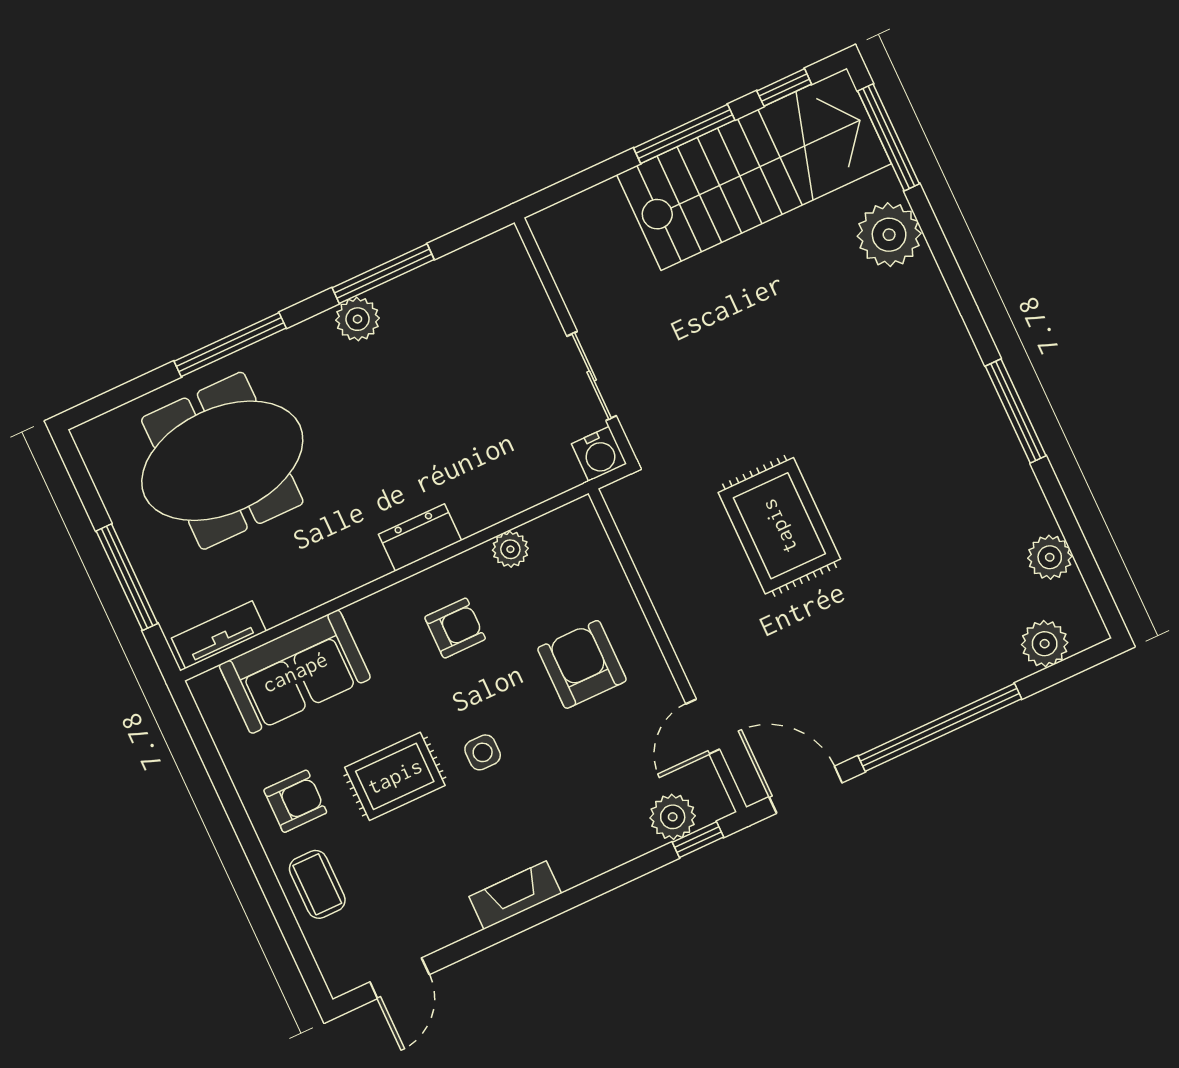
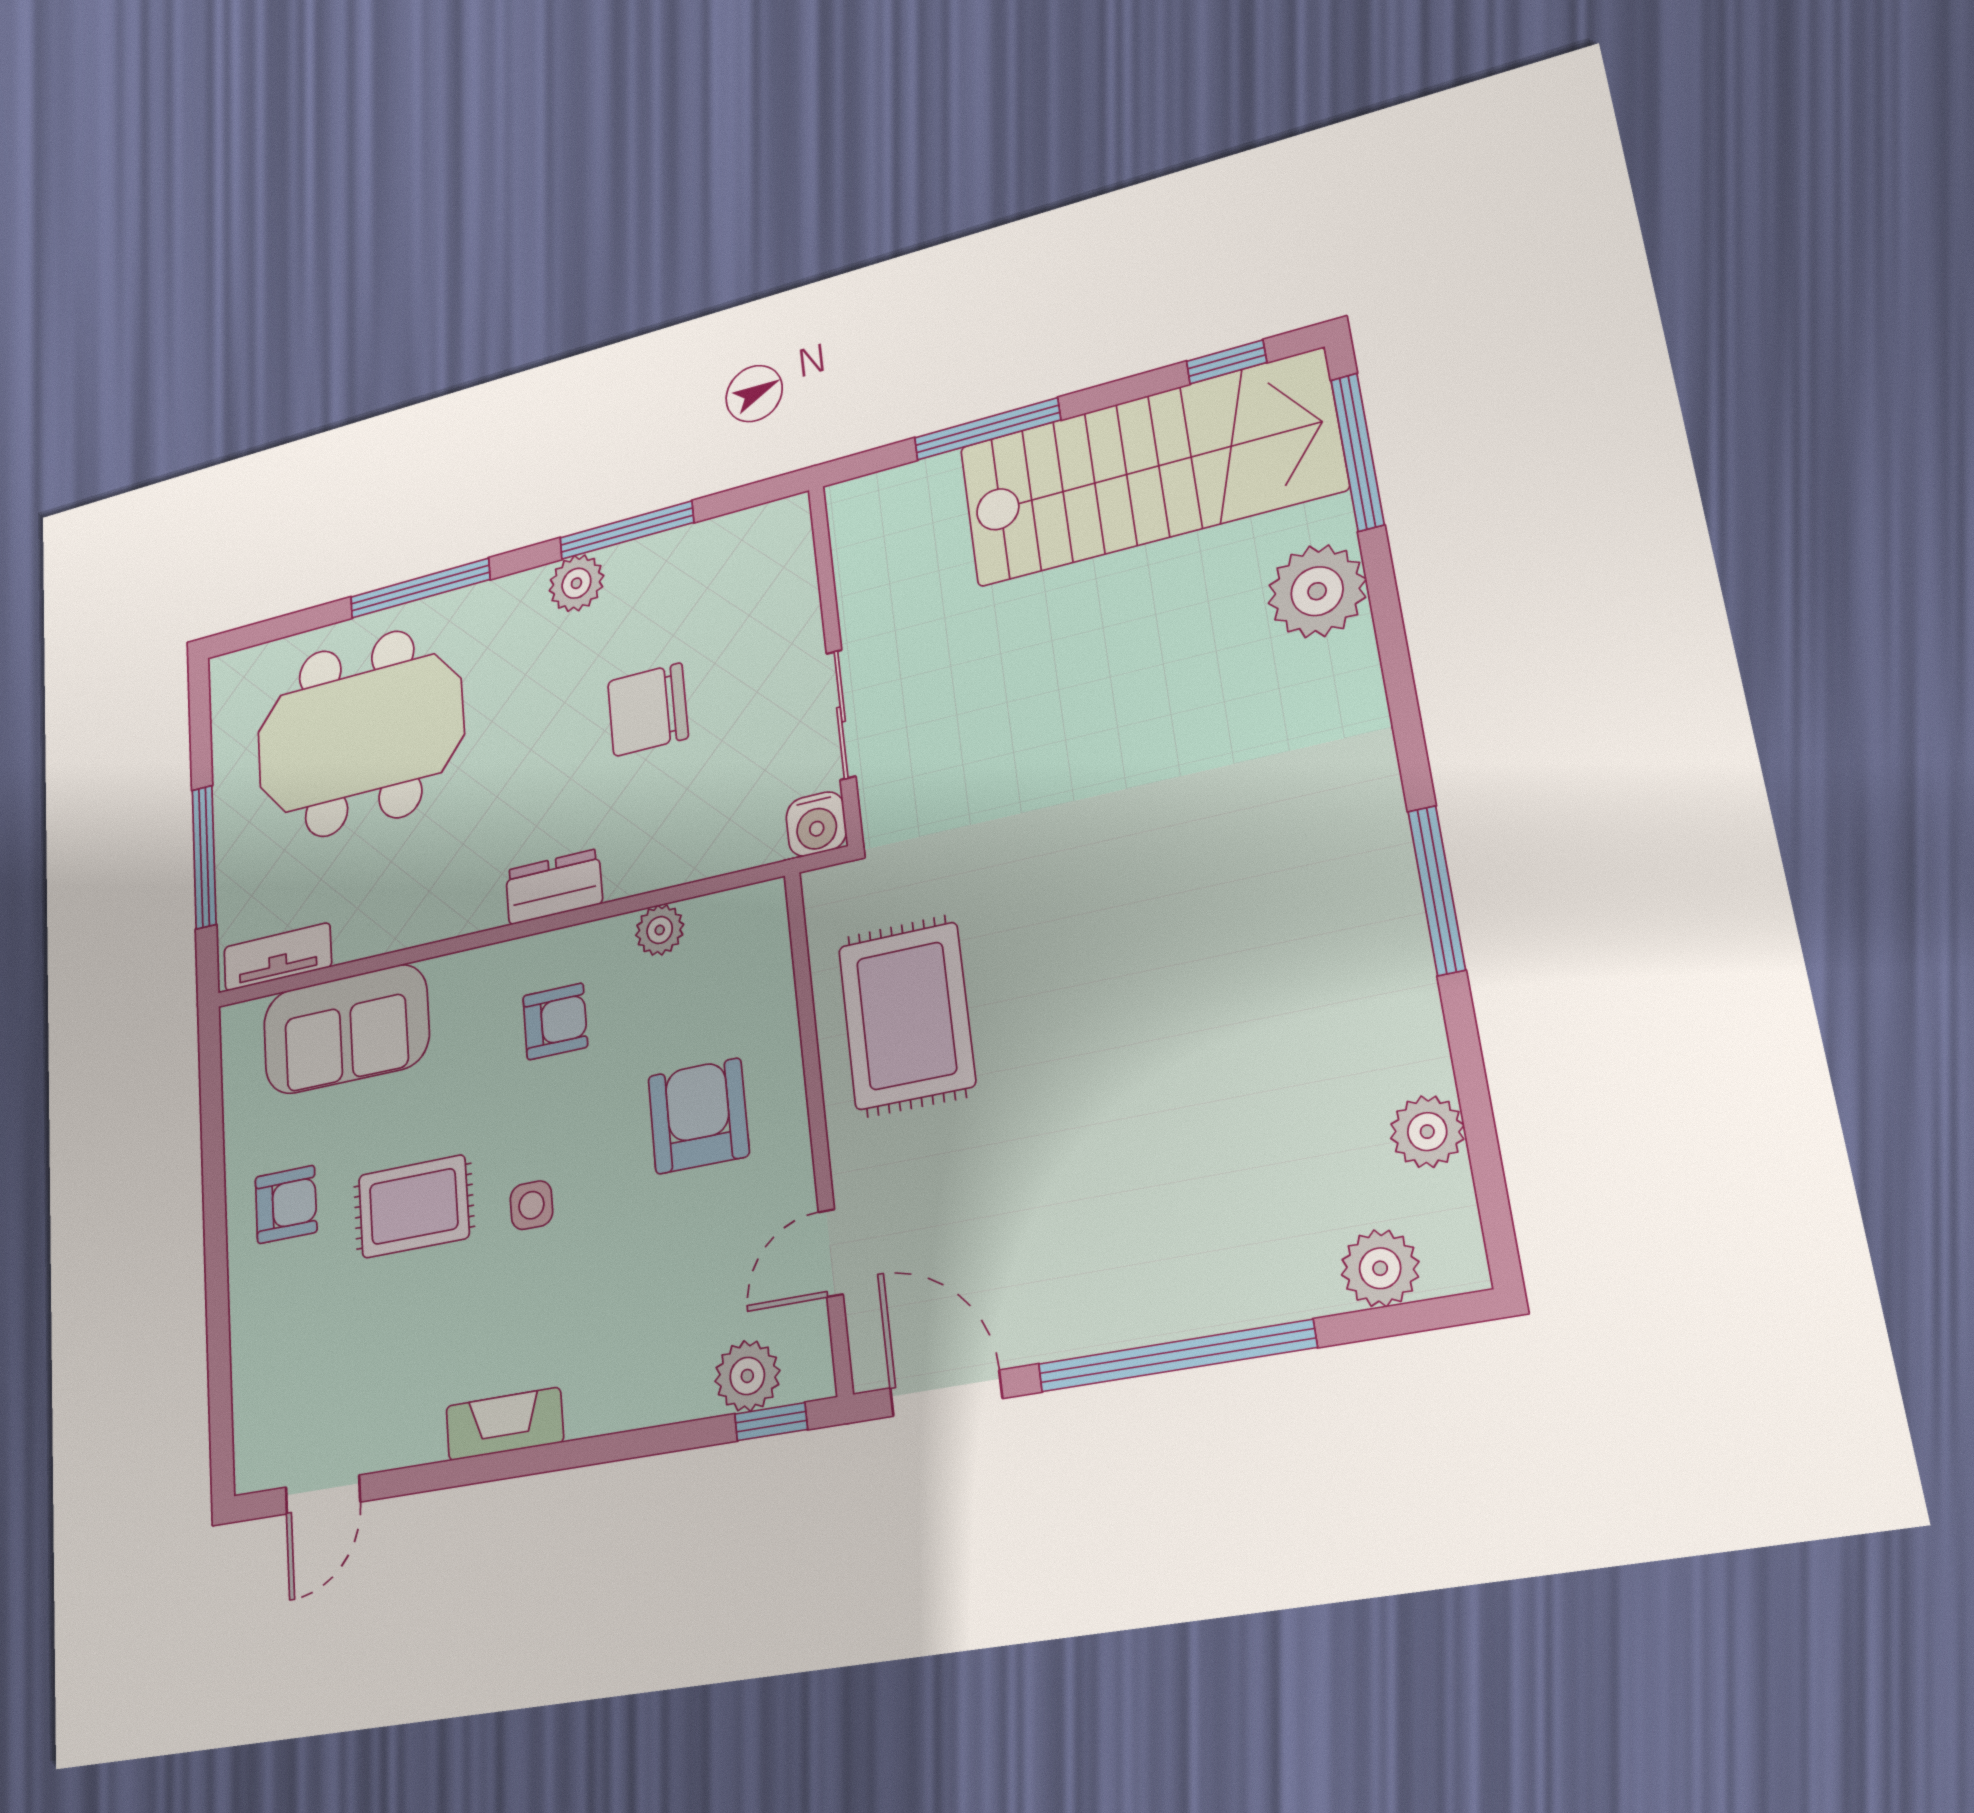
window: (684, 134) -> (987, 429), moved
chair: (447, 400) -> (648, 710), added
rug: (779, 526) -> (906, 1016), moved
coffee table: (317, 884) -> (272, 1327), removed

